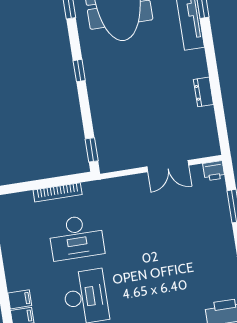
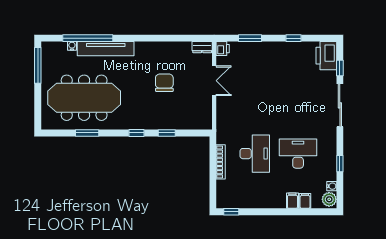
dresser: (203, 92) -> (202, 47), moved
chair: (154, 98) -> (164, 83), added
window: (92, 150) -> (167, 133), moved

